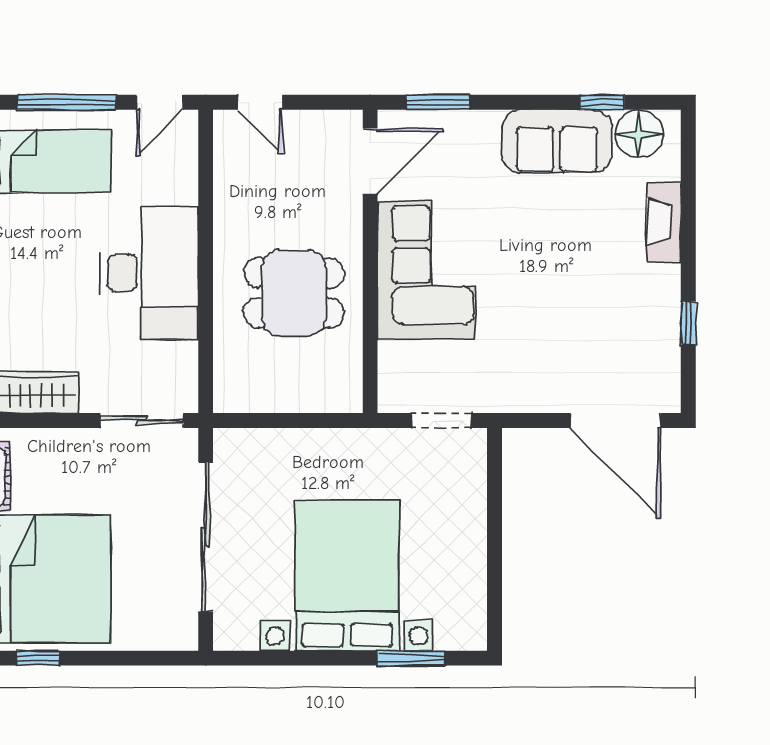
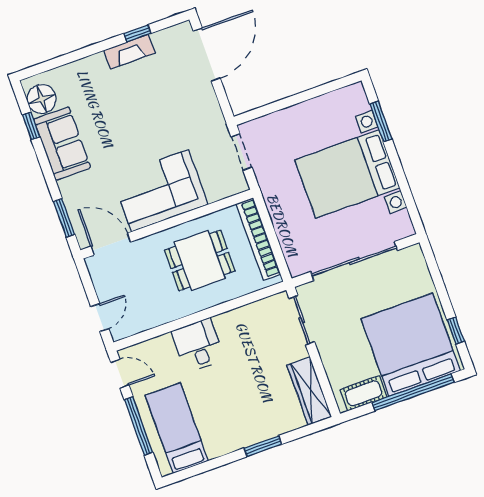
fireplace: (664, 222) -> (129, 52), moved
desk: (149, 273) -> (198, 345), width x0.53, depth x0.77
dining table: (294, 293) -> (200, 260), turned 90
bookcase: (294, 398) -> (258, 239), added

